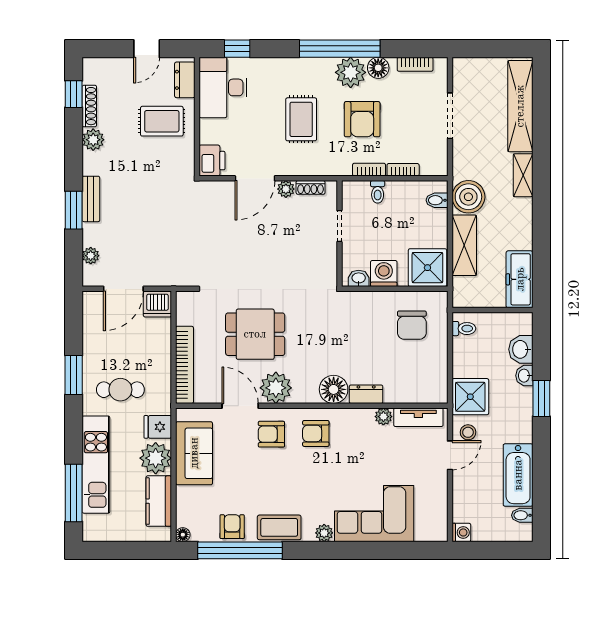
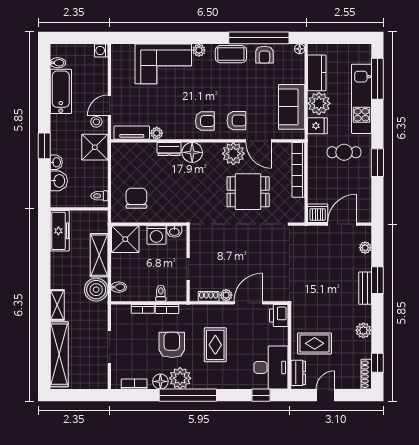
shoe rack: (89, 106) -> (366, 374), moved

